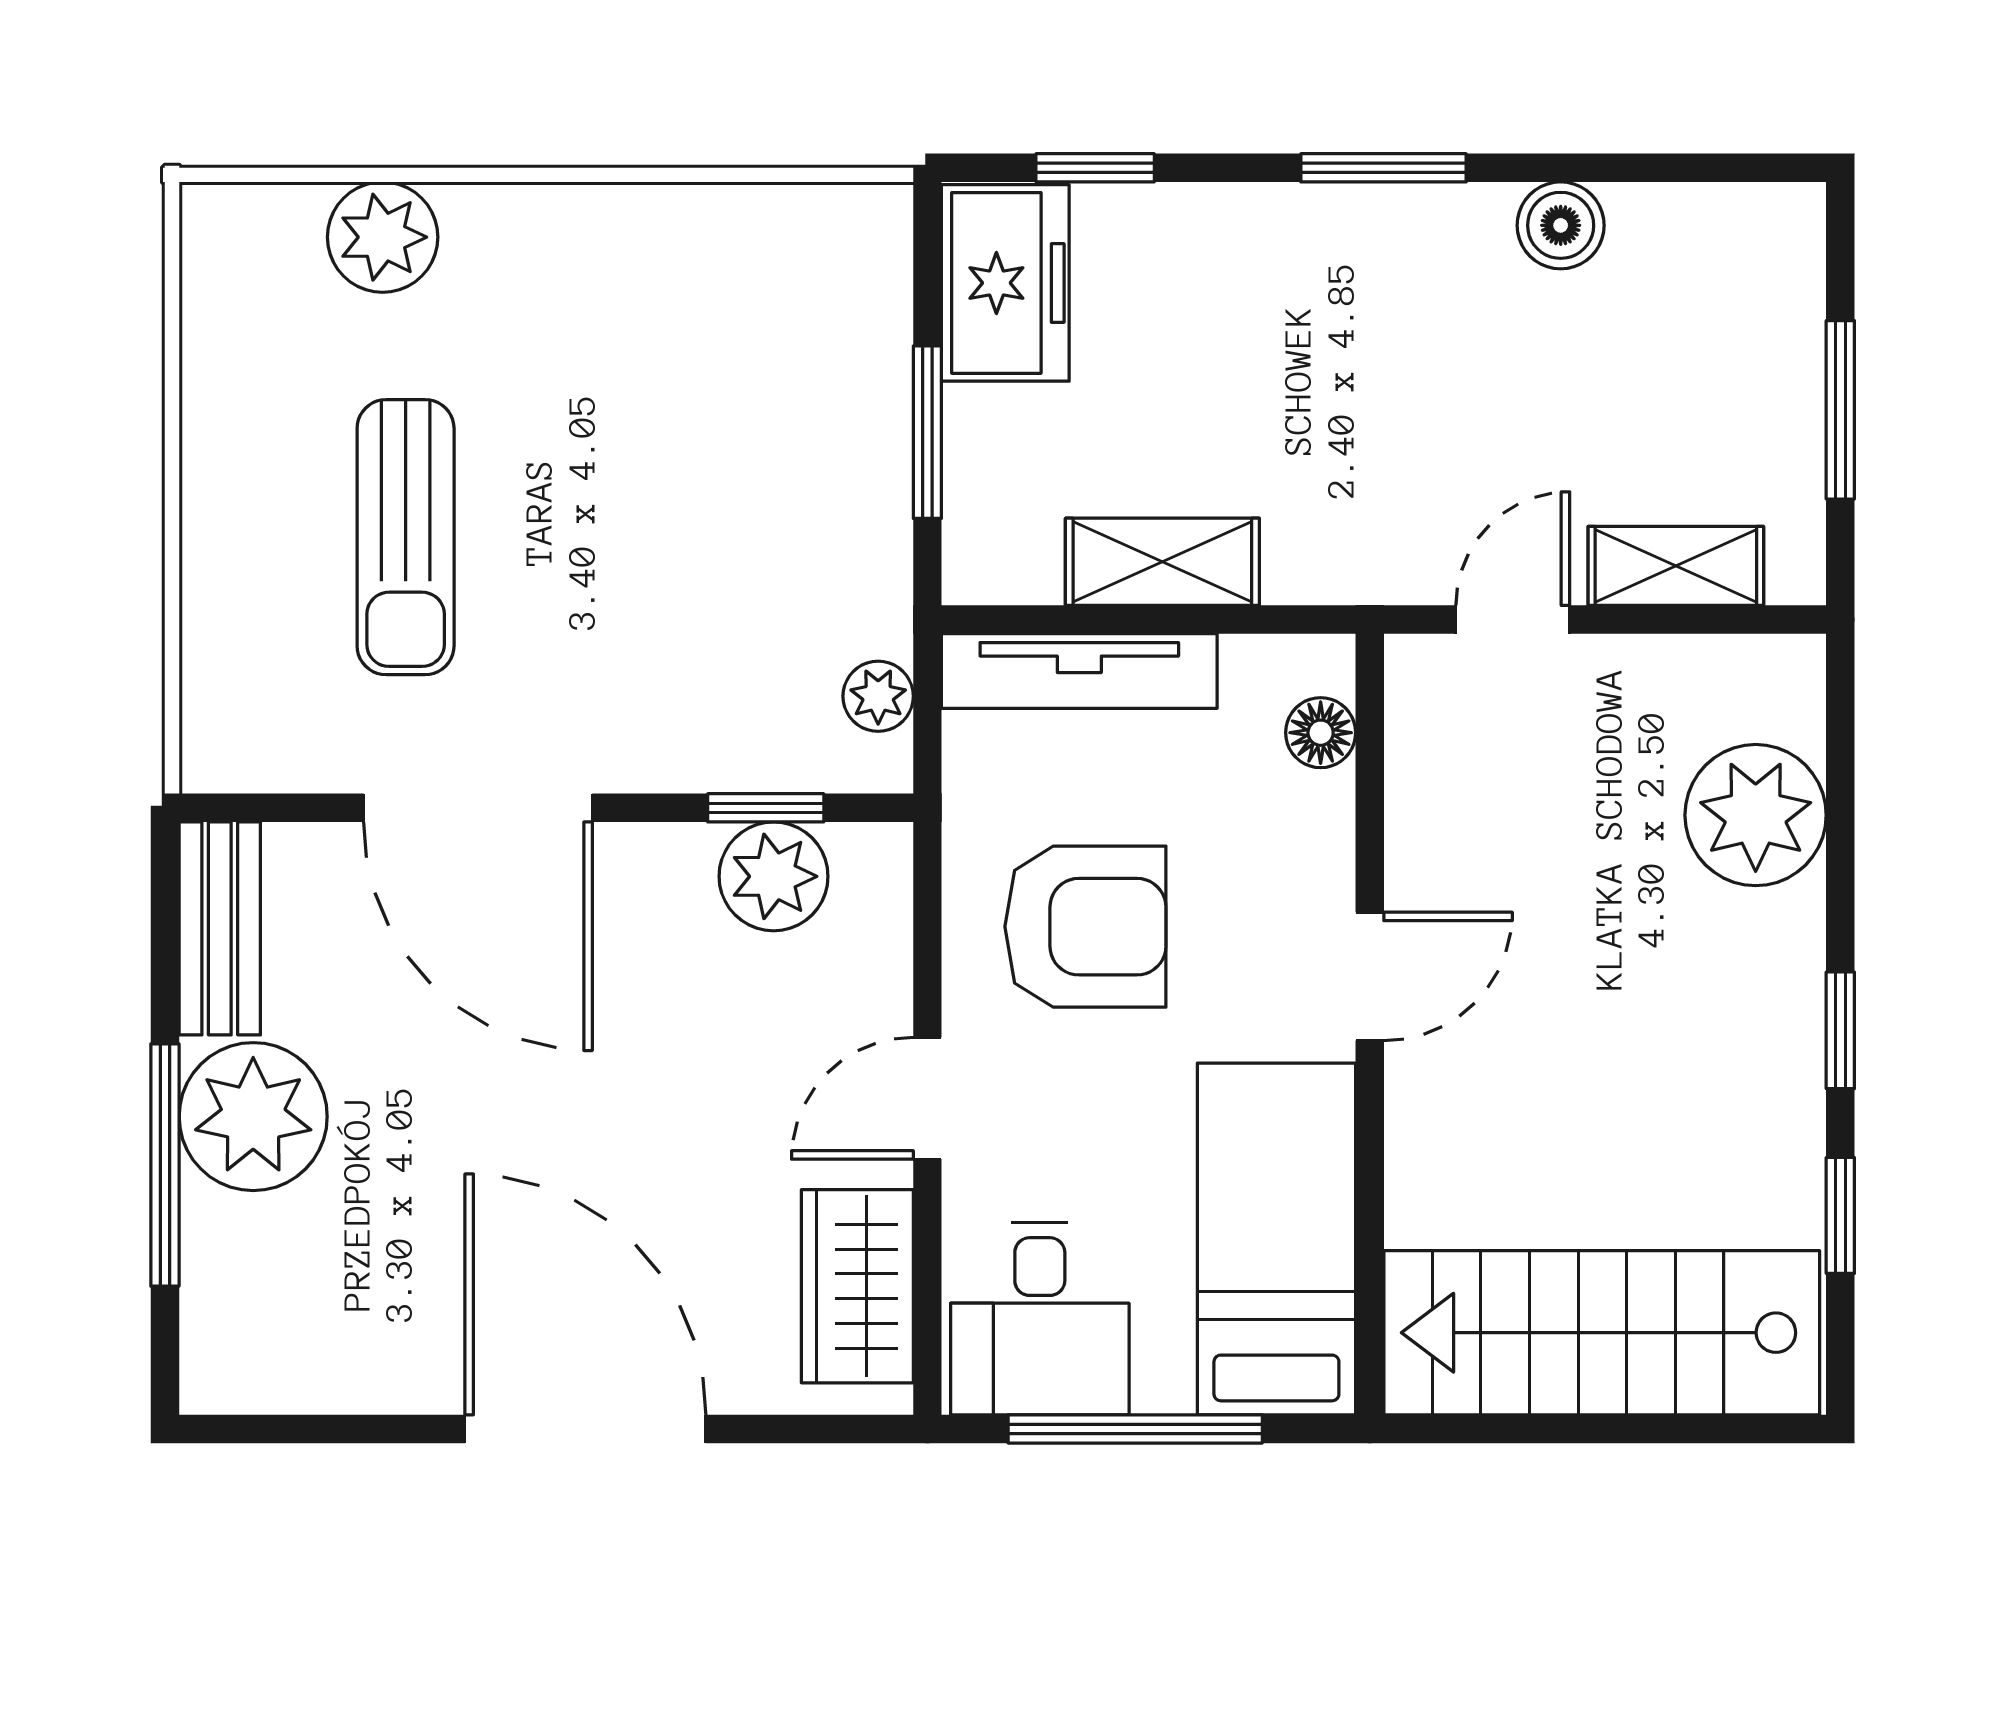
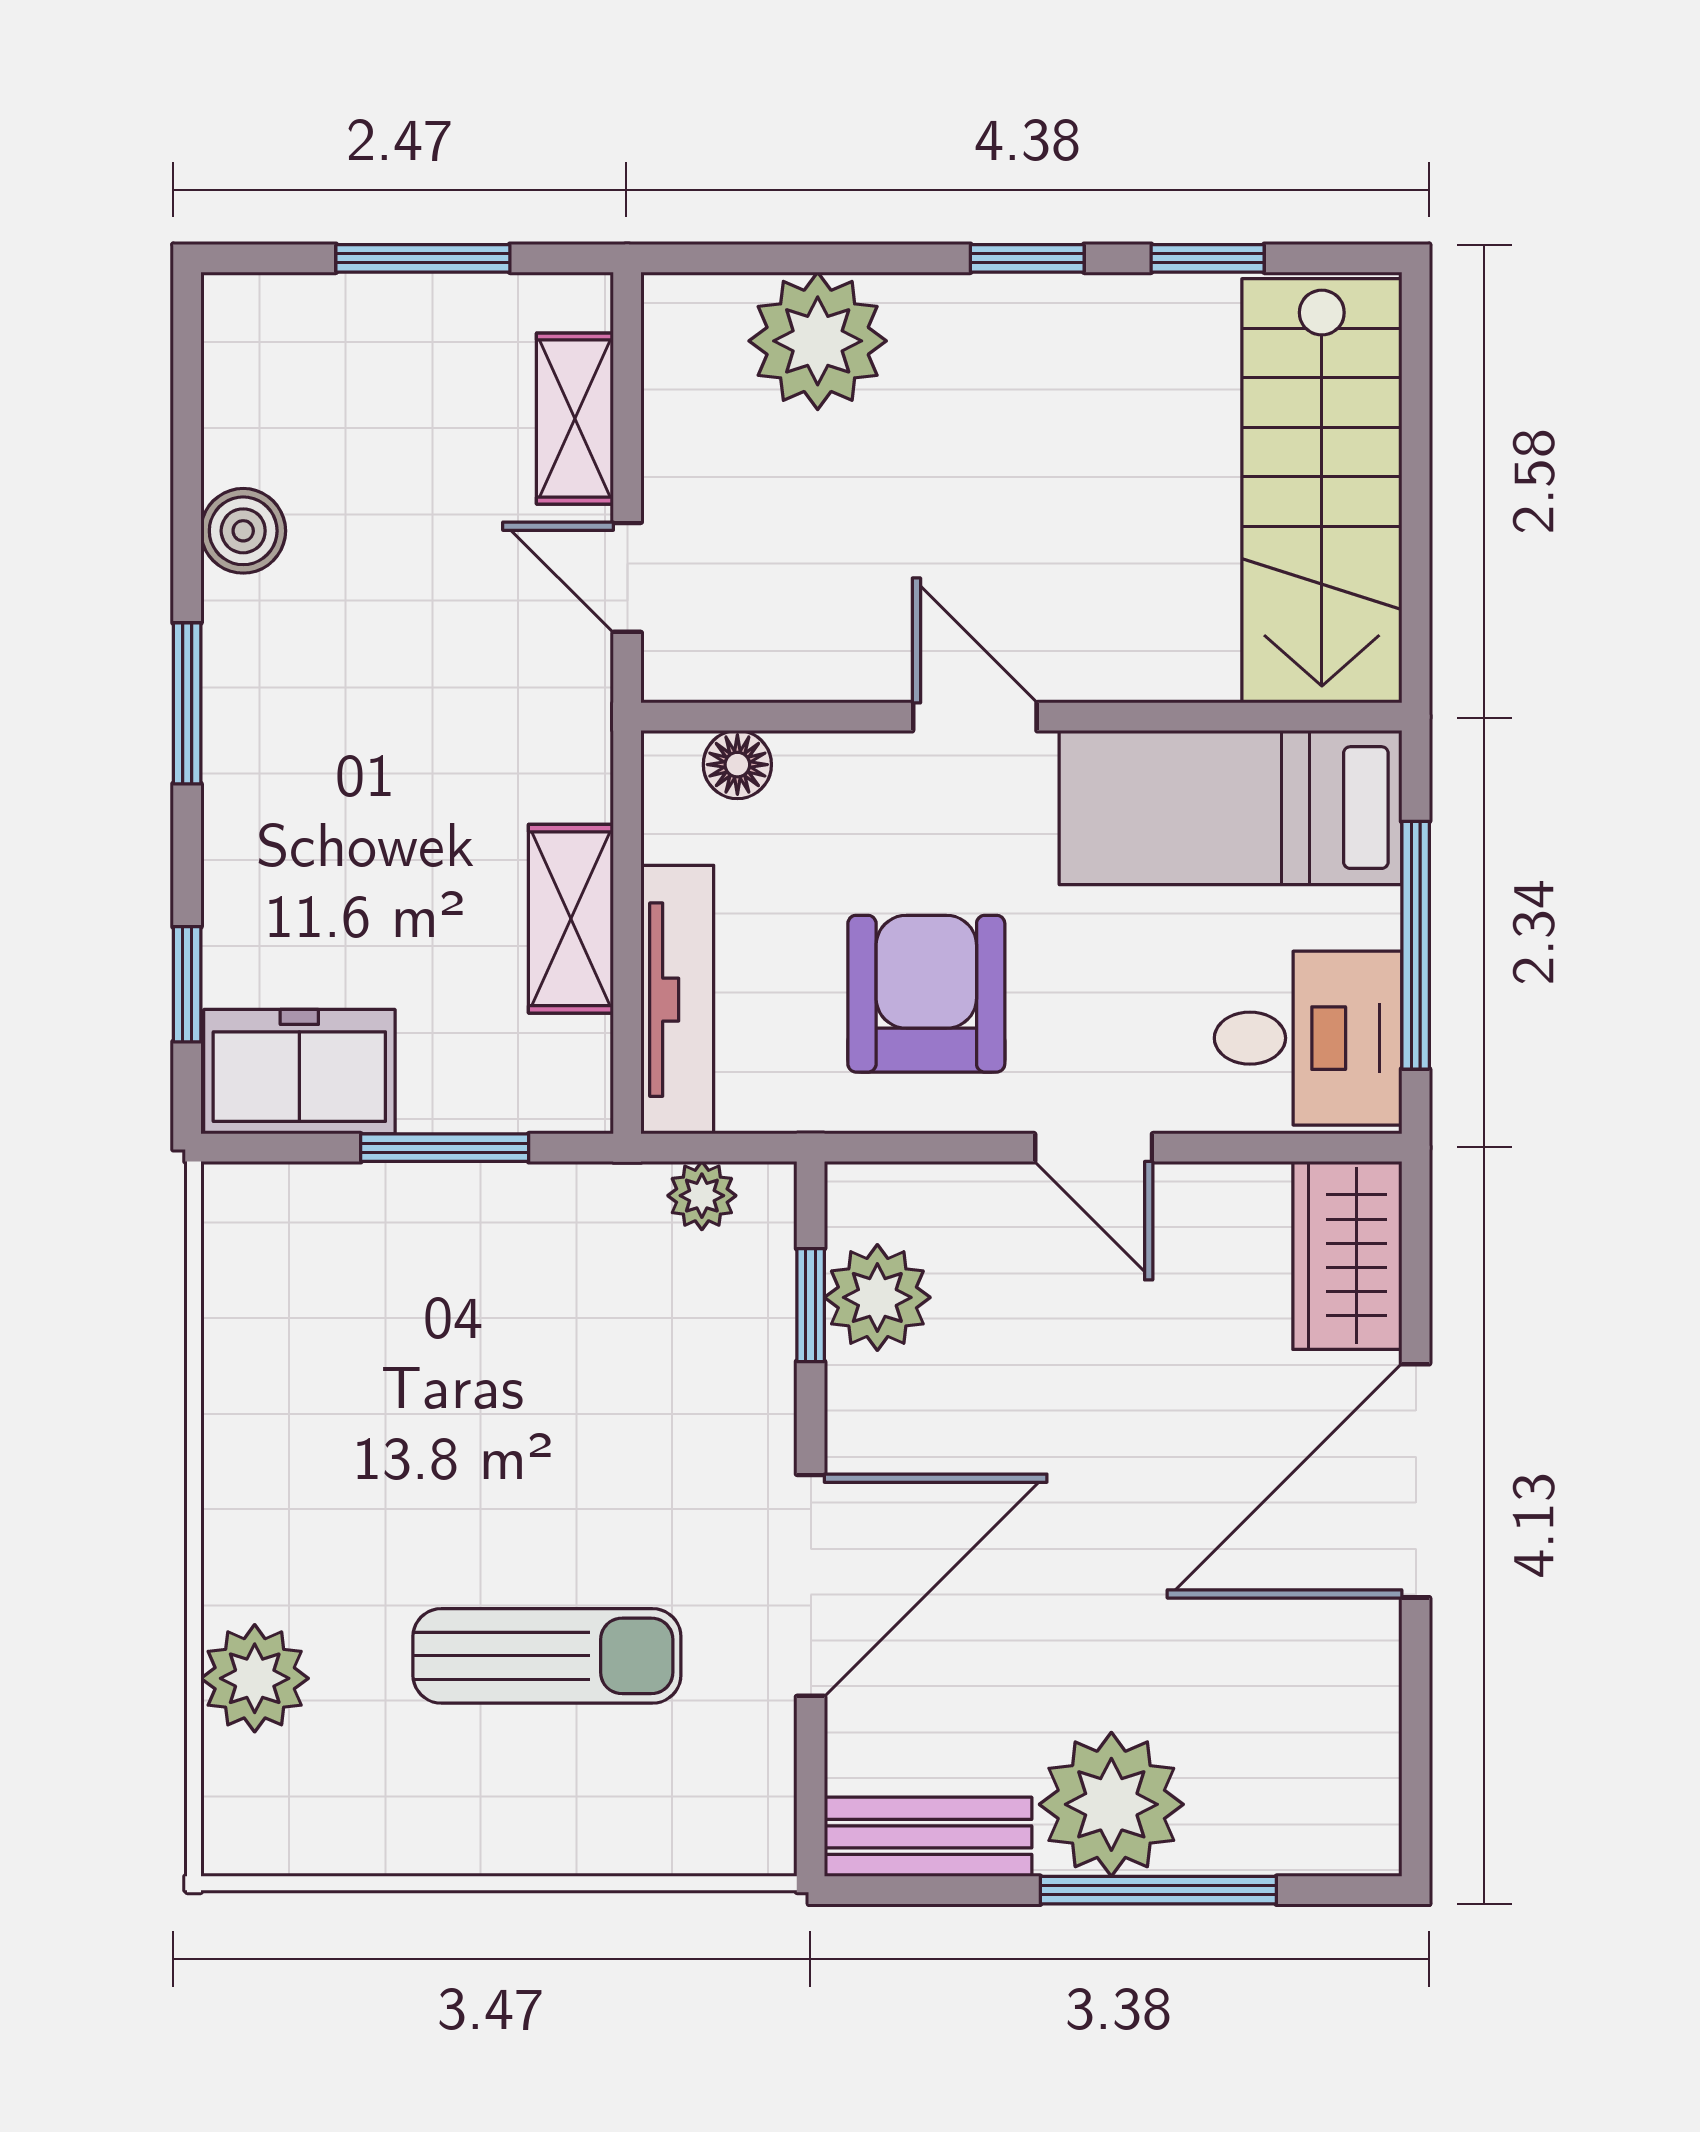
wardrobe: (857, 1286) -> (1347, 1255), moved, turned 90

